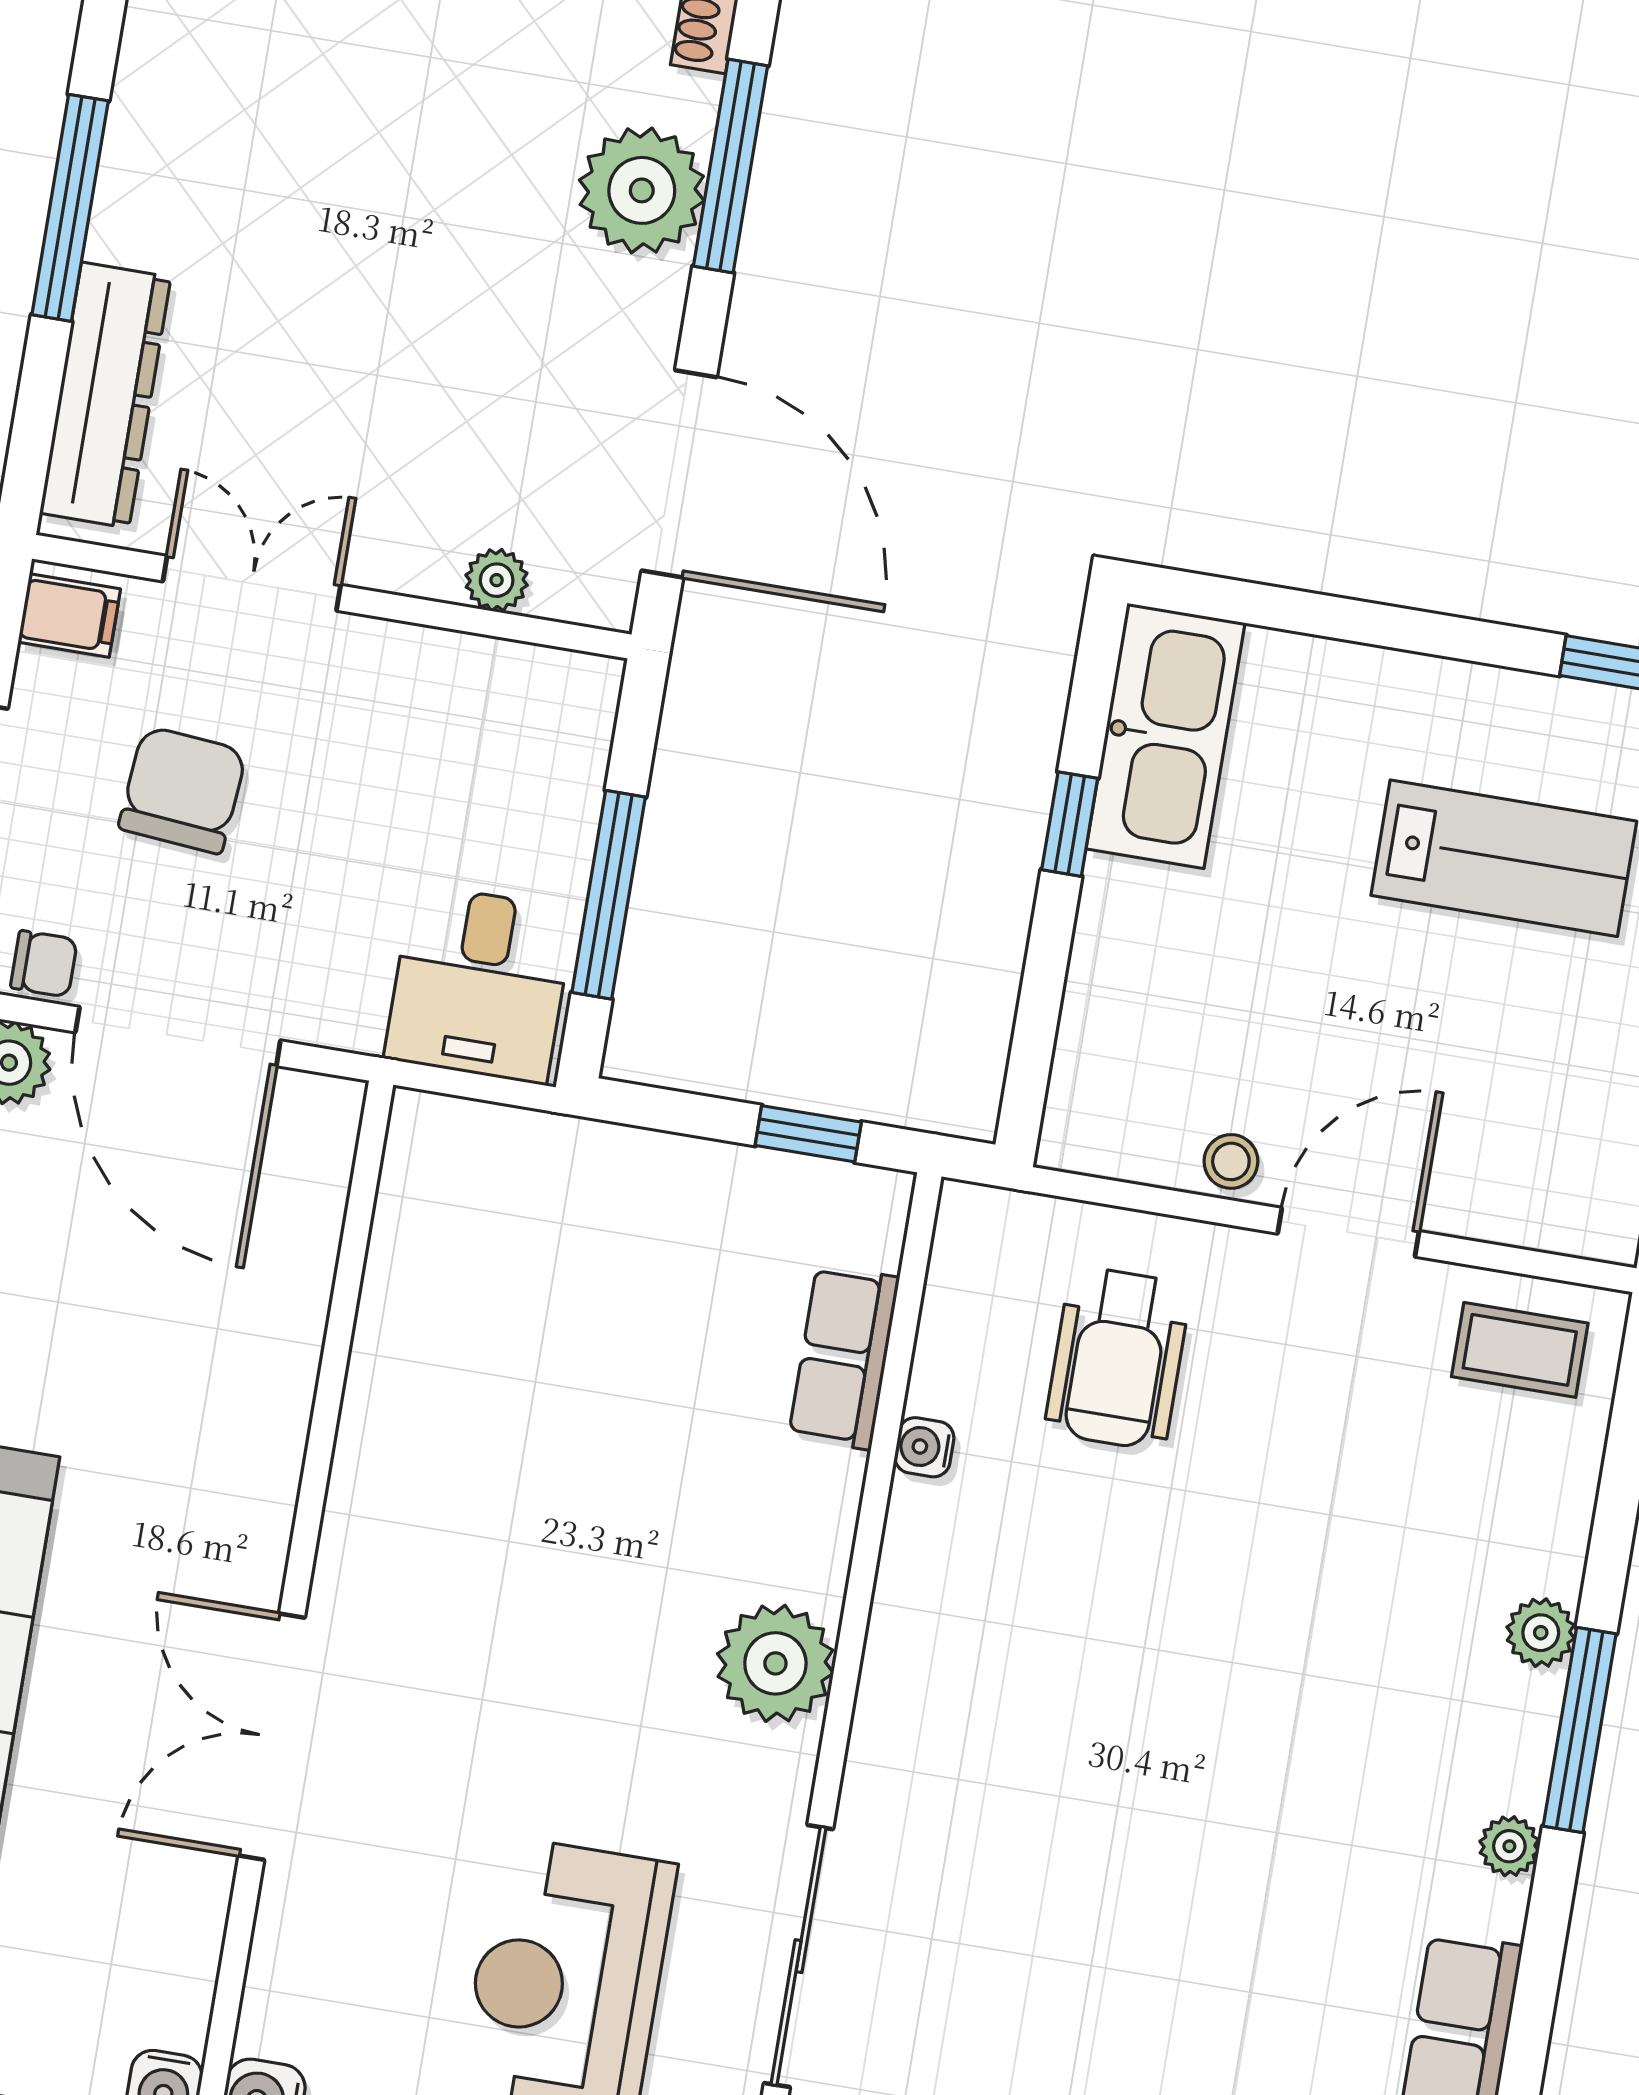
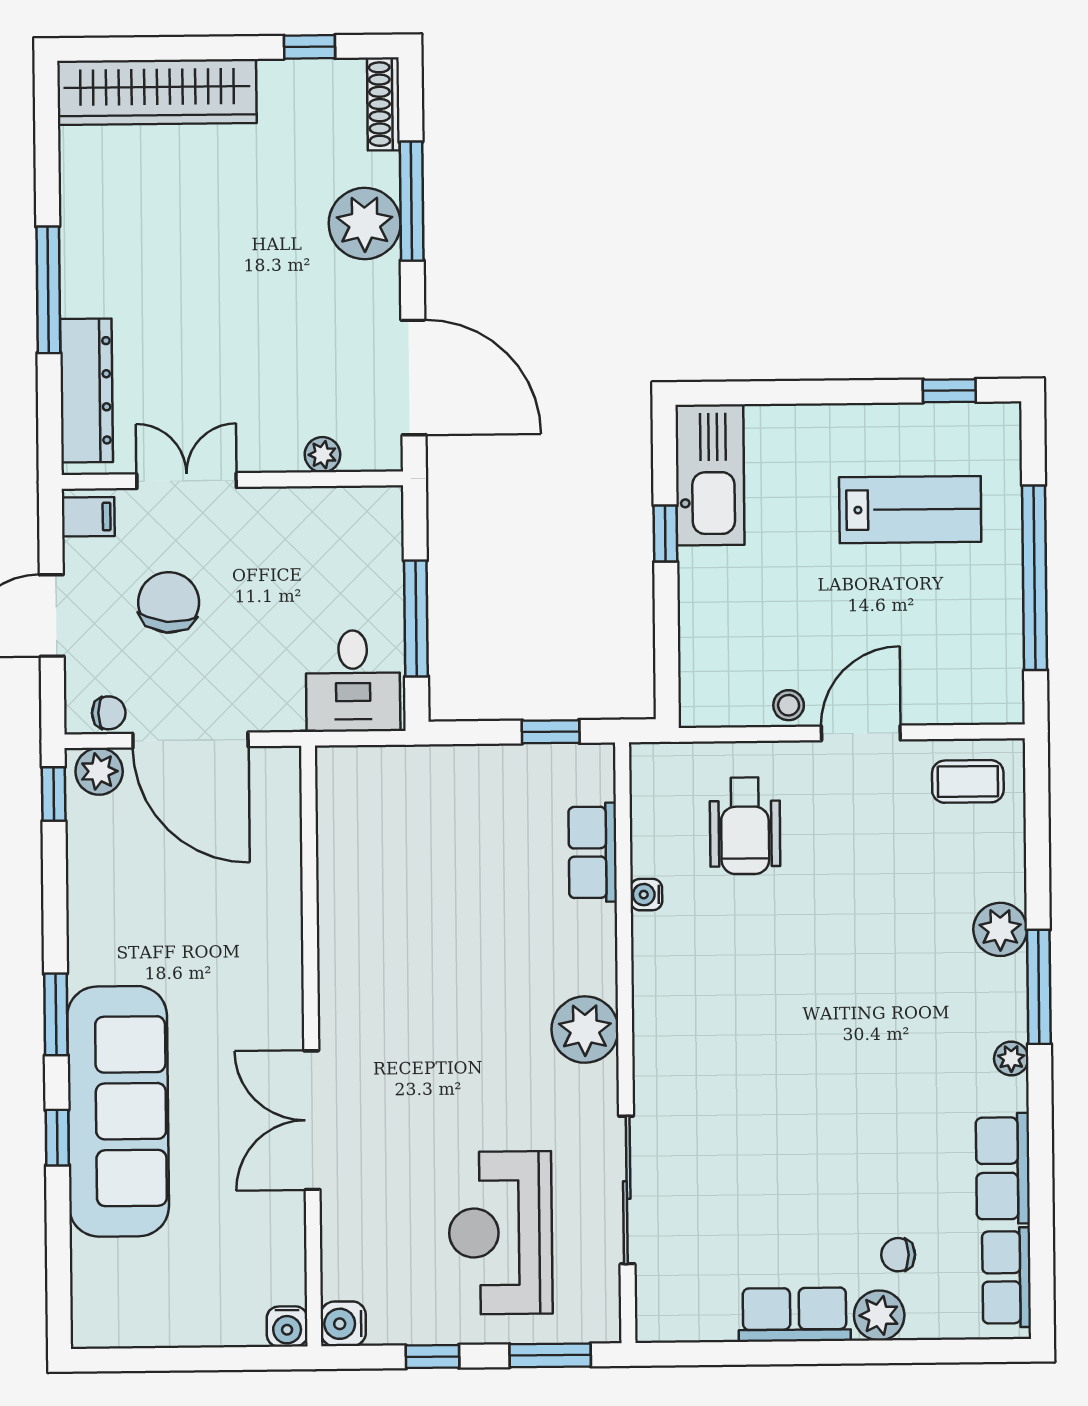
plant: (1541, 1633) -> (1000, 929), width x1.38, depth x1.38

